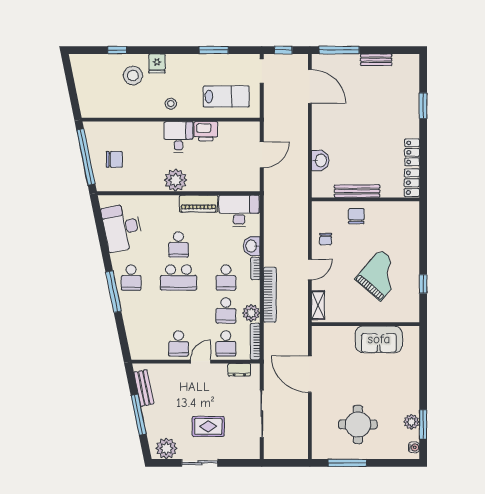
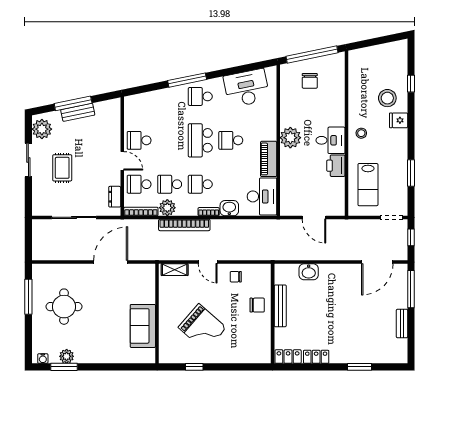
bench: (144, 388) -> (78, 112), moved

